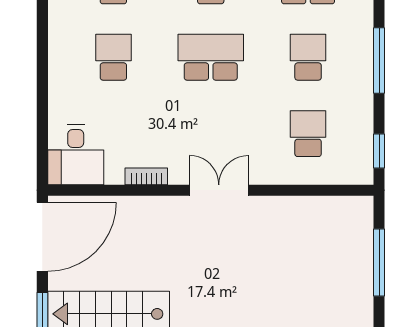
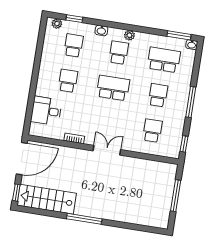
desk: (76, 155) -> (46, 111), moved, turned 90

